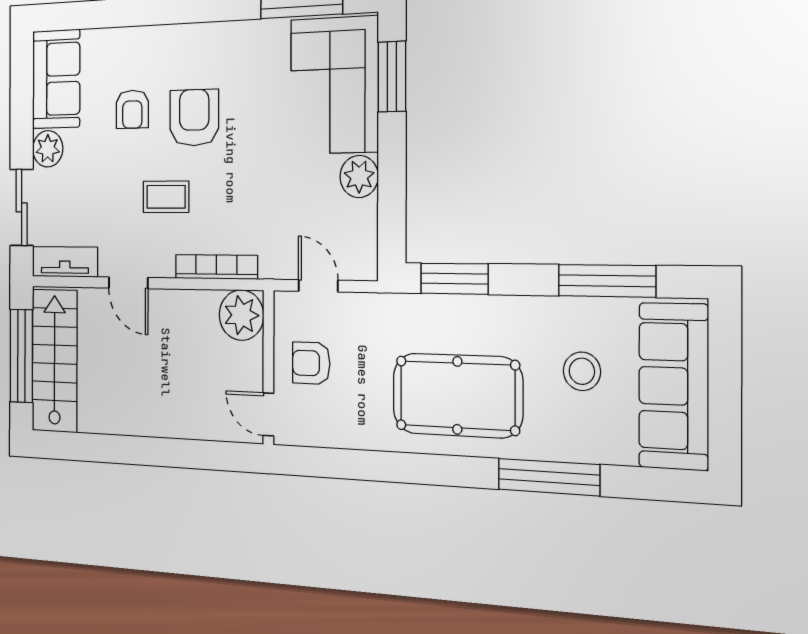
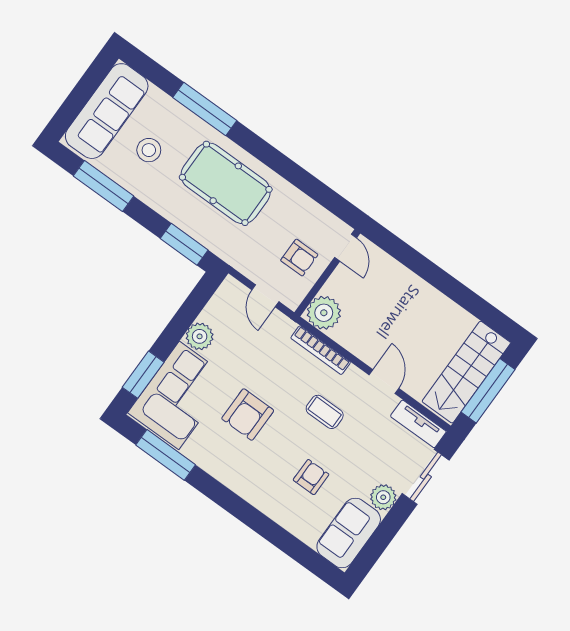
armchair: (194, 118) -> (248, 415), moved

